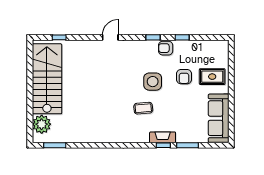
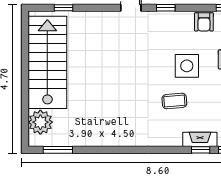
window: (153, 37) -> (166, 8), moved
armchair: (166, 48) -> (204, 22), turned -90

